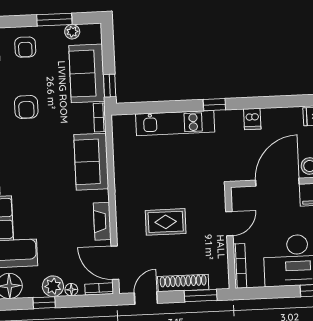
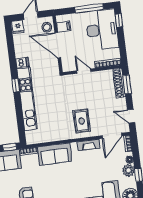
kitchen unit: (175, 123) -> (27, 99), width x1.36
rug: (166, 222) -> (82, 121), moved
shoe rack: (183, 283) -> (119, 83), moved

